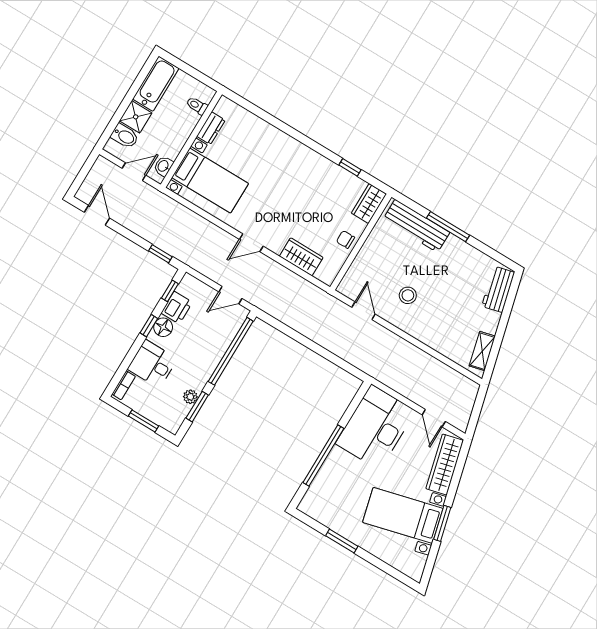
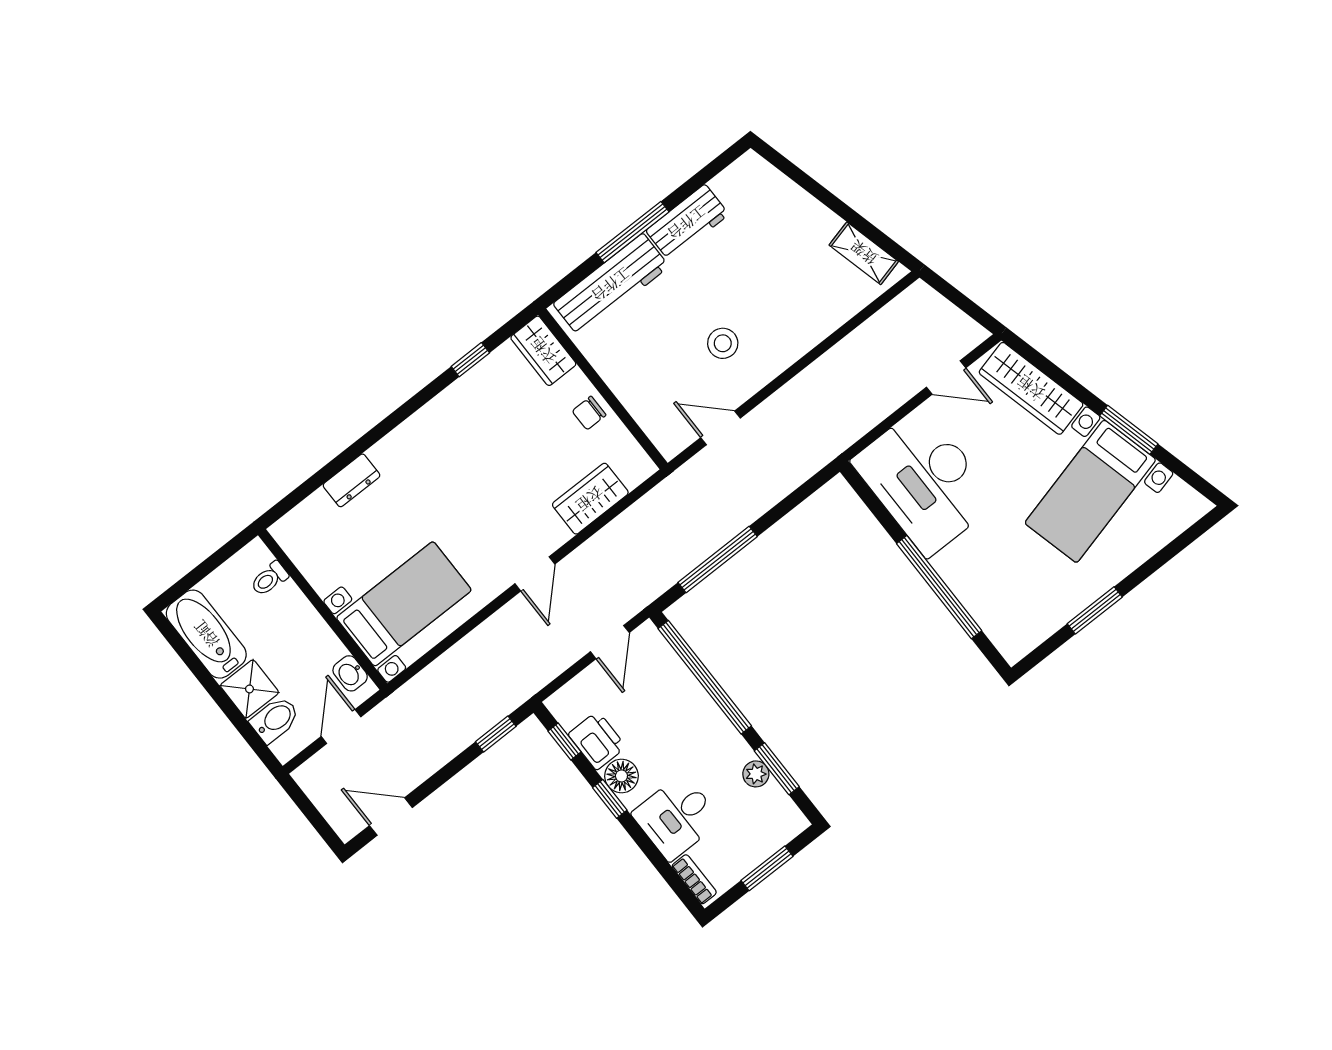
dresser: (211, 128) -> (351, 480), moved, turned 90
workbench: (498, 289) -> (687, 223), moved, turned -76
window: (294, 335) -> (718, 559), added

